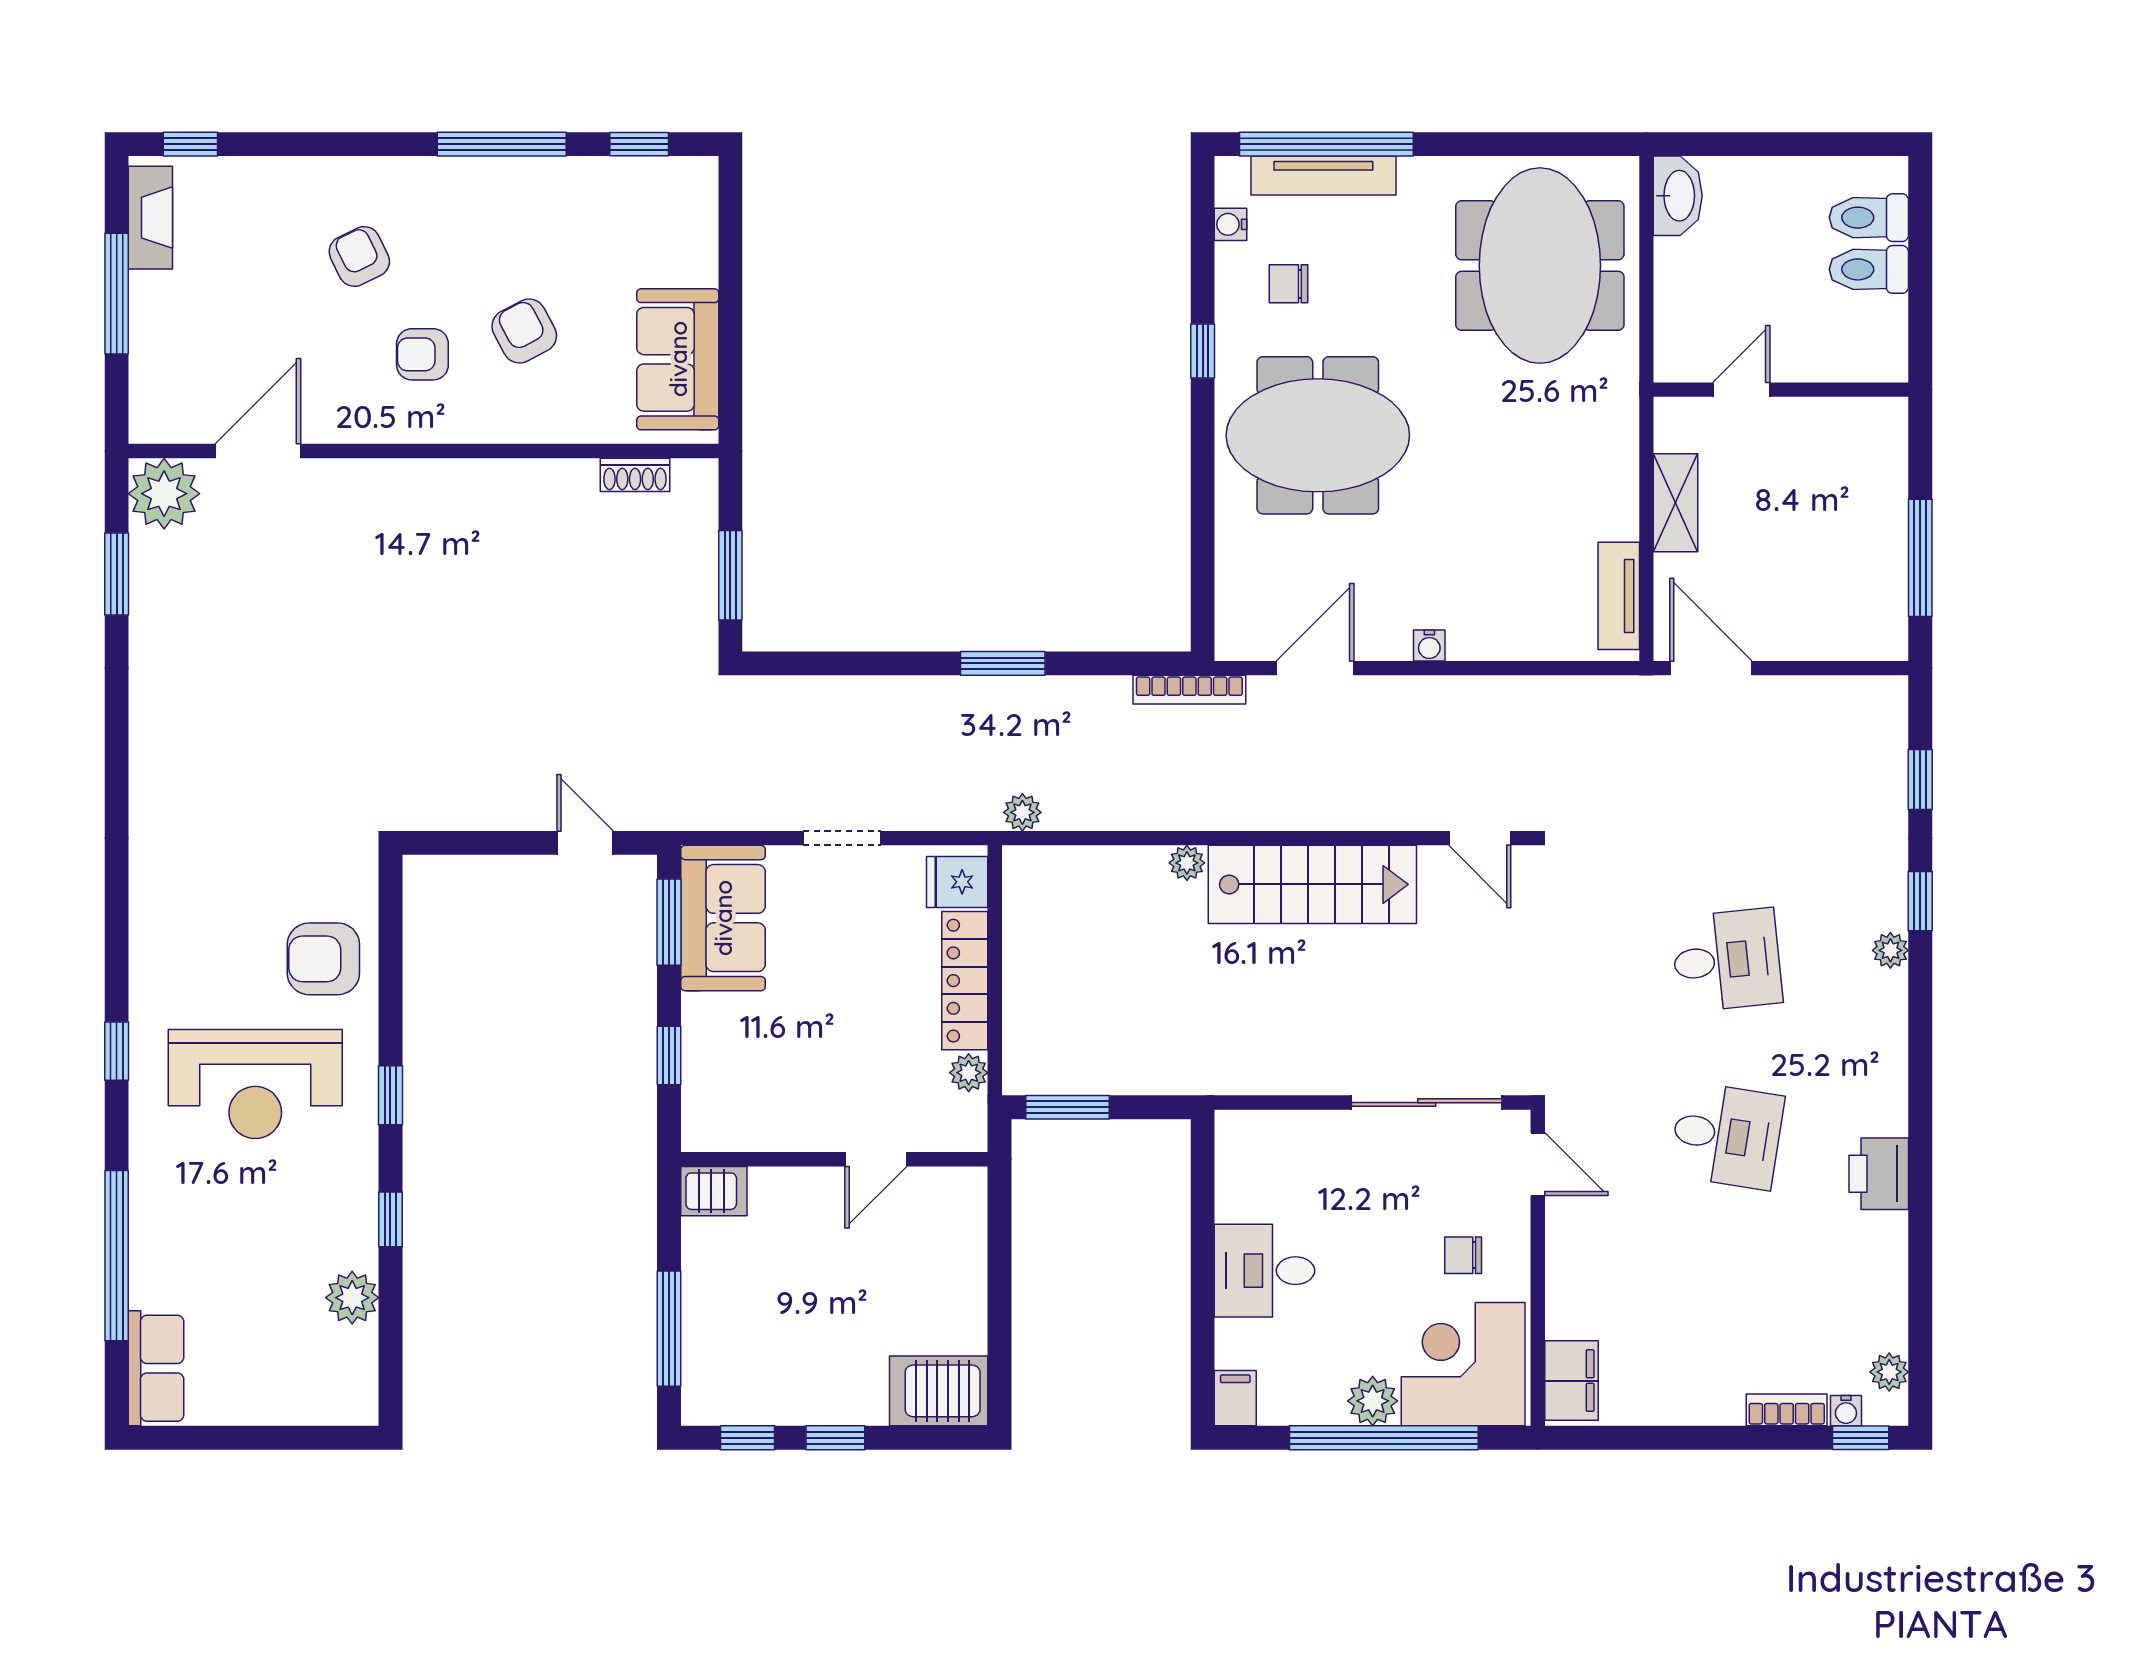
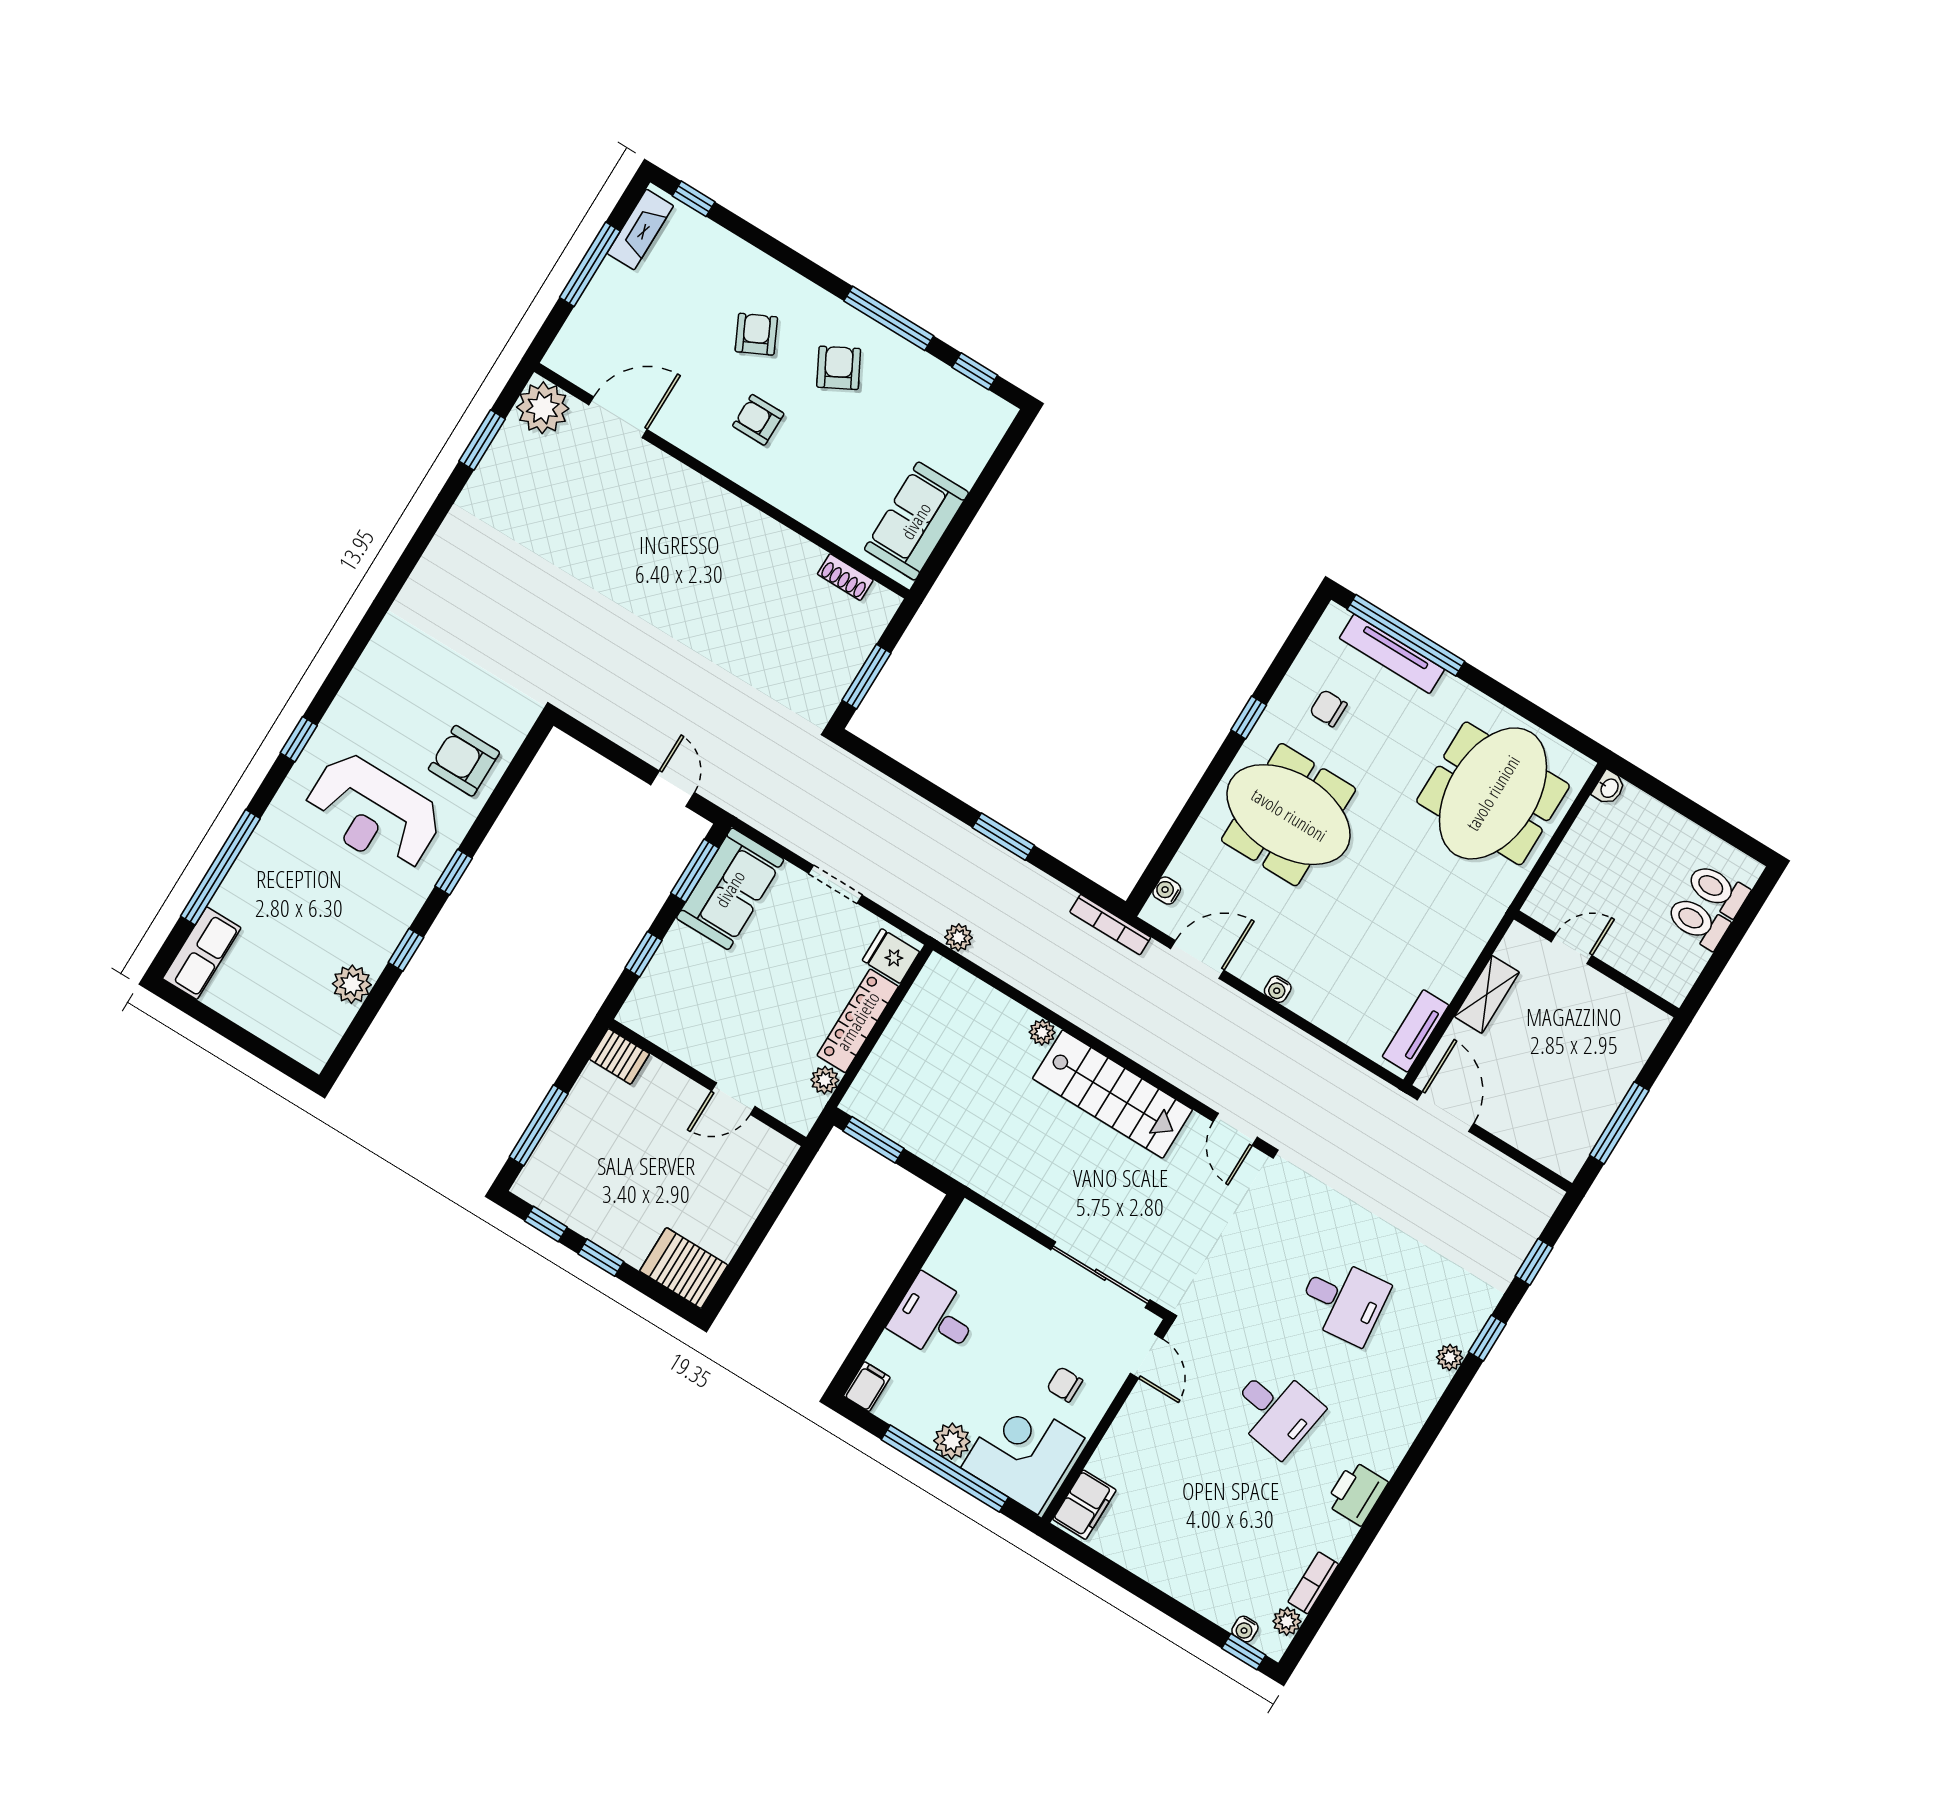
washbasin: (1678, 196) -> (1609, 788), width x0.52, depth x0.69
water cooler: (1231, 224) -> (1167, 891), moved
armchair: (524, 331) -> (839, 368), moved
bookcase: (1787, 1410) -> (1313, 1583), moved, turned -90

